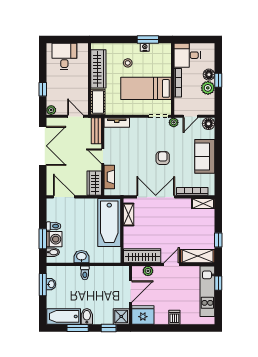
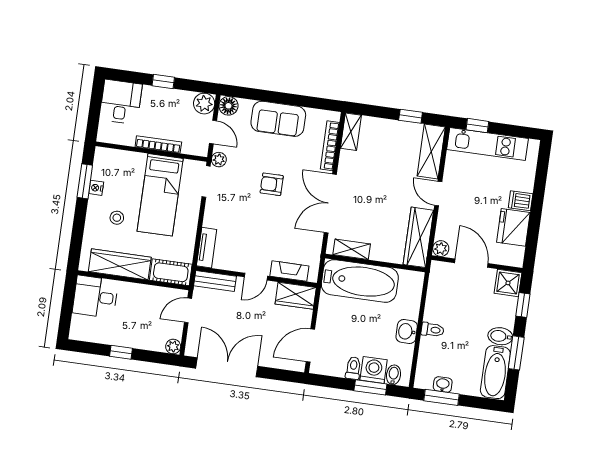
desk: (187, 55) -> (121, 102), moved, turned 180
desk: (64, 56) -> (95, 297), moved
floor lamp: (209, 75) -> (152, 94), removed
plant: (208, 88) -> (204, 104), moved
window: (43, 89) -> (121, 352), moved
plant: (148, 271) -> (441, 249), moved
fridge: (143, 315) -> (513, 227), moved

